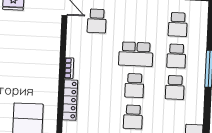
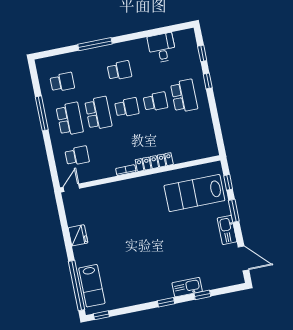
school desk: (176, 56) -> (70, 119), moved, width x1.85

